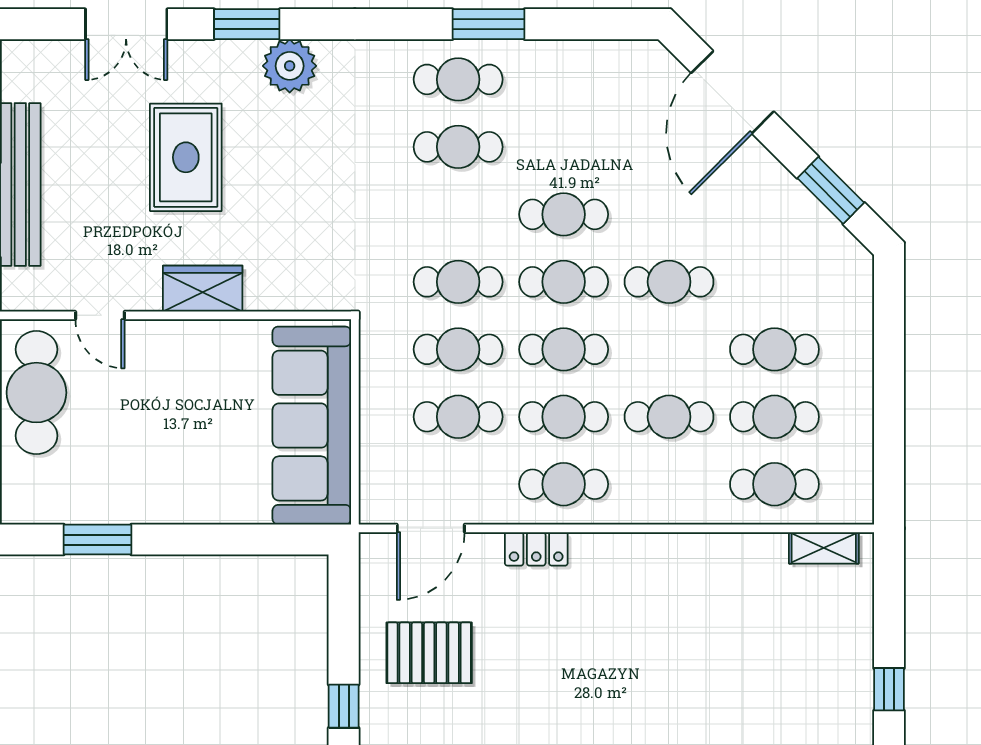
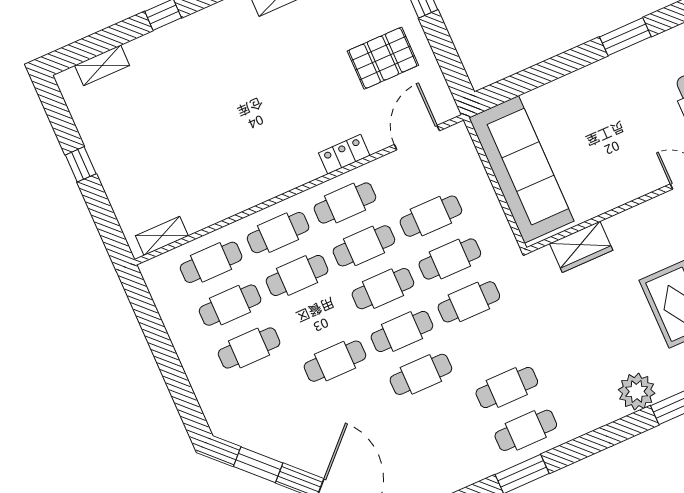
wardrobe: (203, 289) -> (581, 247), moved
cafe table: (669, 484) -> (278, 233), added

